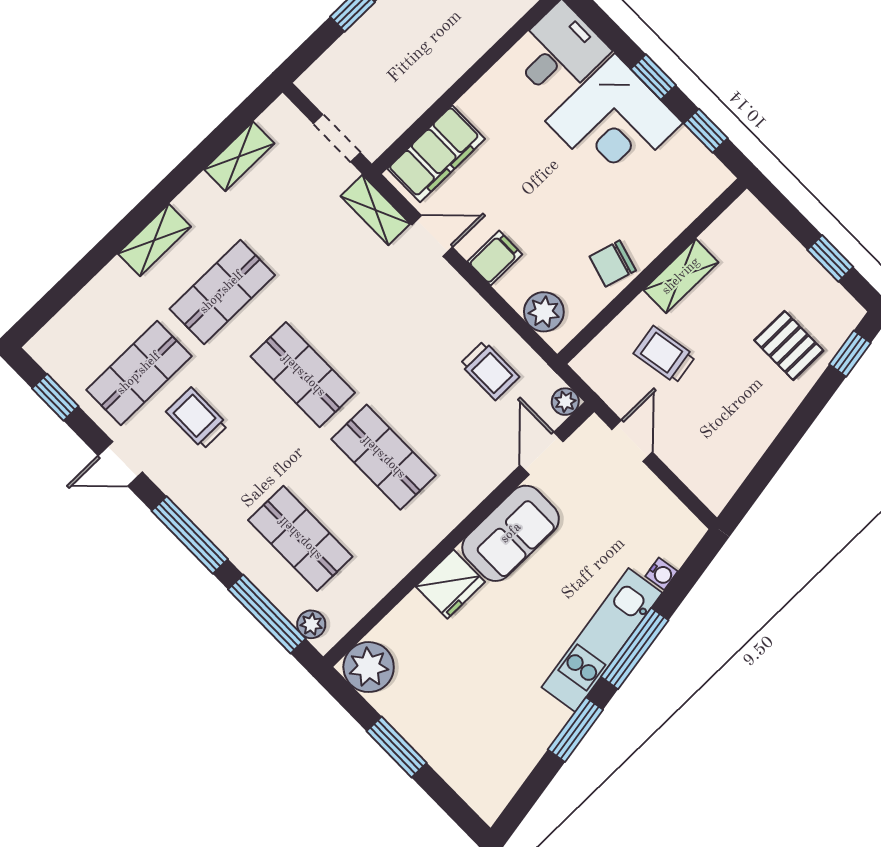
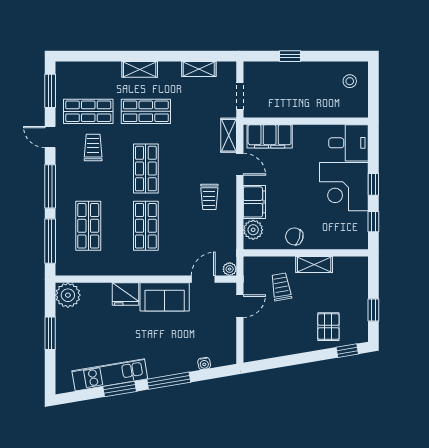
filing cabinet: (495, 258) -> (254, 202), width x2.00
trolley: (490, 370) -> (209, 197), moved
window: (55, 397) -> (50, 91), width x1.50
plant: (311, 624) -> (62, 260), removed
kitchen unit: (602, 640) -> (110, 375), moved

